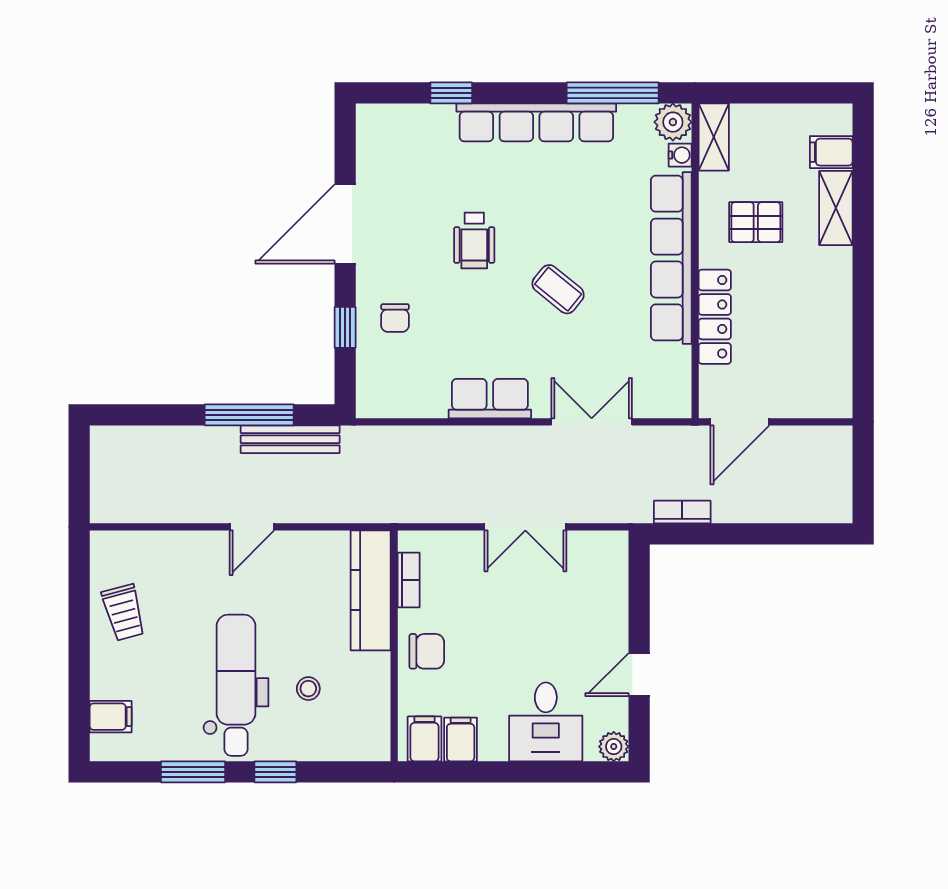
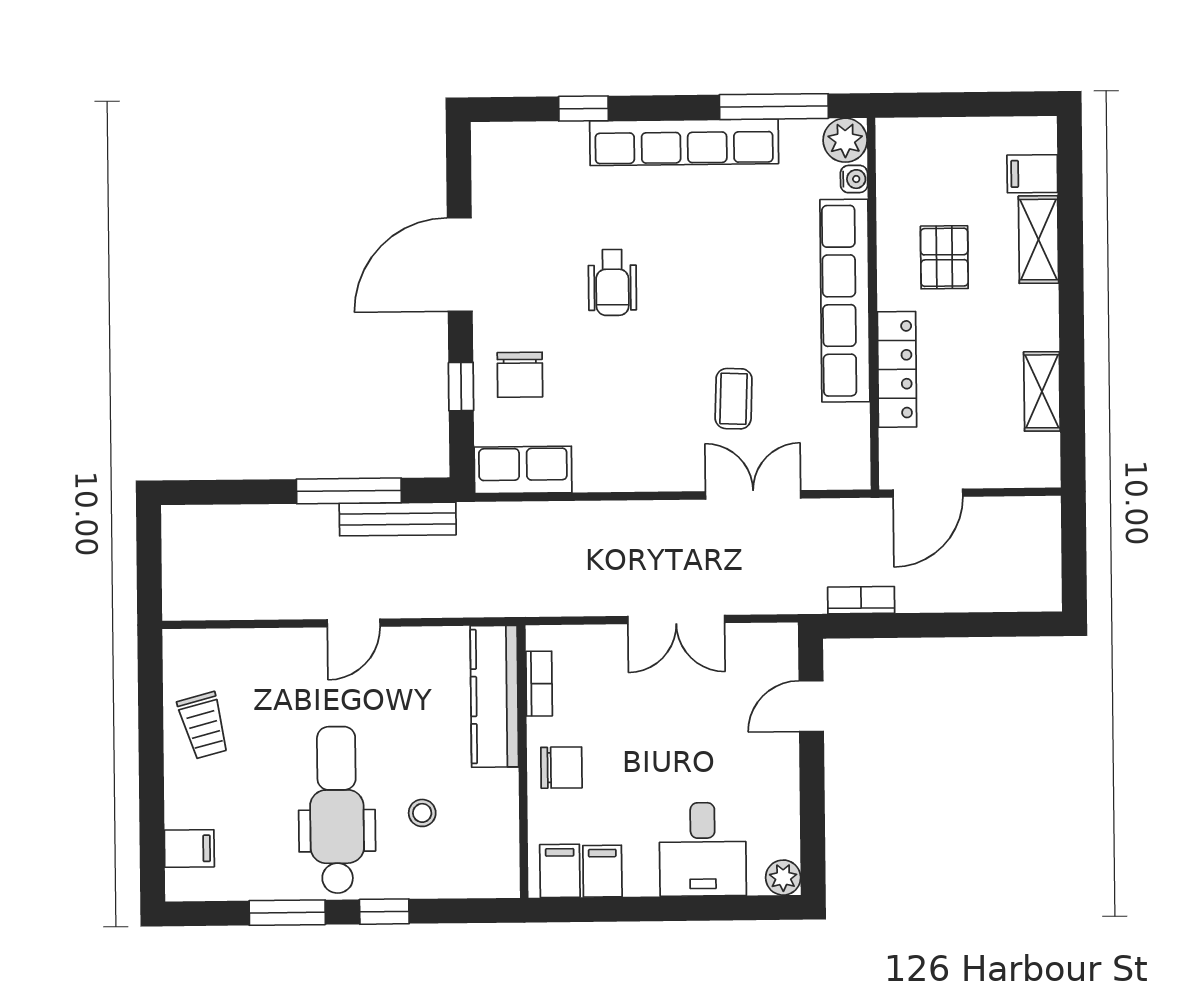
shelving: (714, 137) -> (1042, 391), moved
pallet: (756, 222) -> (944, 257), turned 90
coffee table: (558, 289) -> (734, 399), moved, turned 53
chair: (395, 318) -> (520, 375), width x1.37, depth x1.37
row of seats: (490, 399) -> (523, 470), moved
door: (639, 675) -> (811, 706), moved

